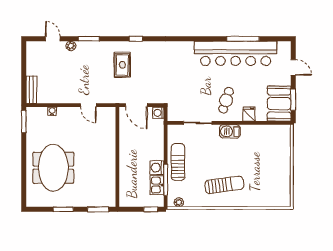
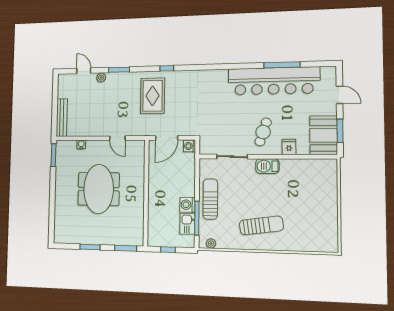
rug: (122, 65) -> (153, 96), width x1.36, depth x1.43
bench: (31, 90) -> (62, 118), width x1.36
door: (136, 105) -> (167, 138), hinge flipped
meeting table: (53, 168) -> (99, 189), moved
window: (151, 209) -> (168, 250), moved

